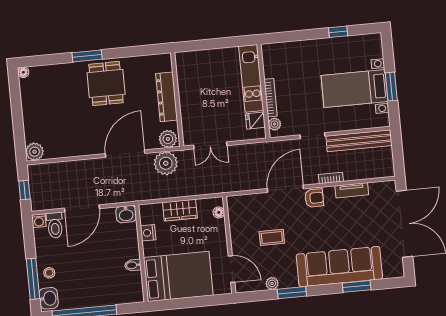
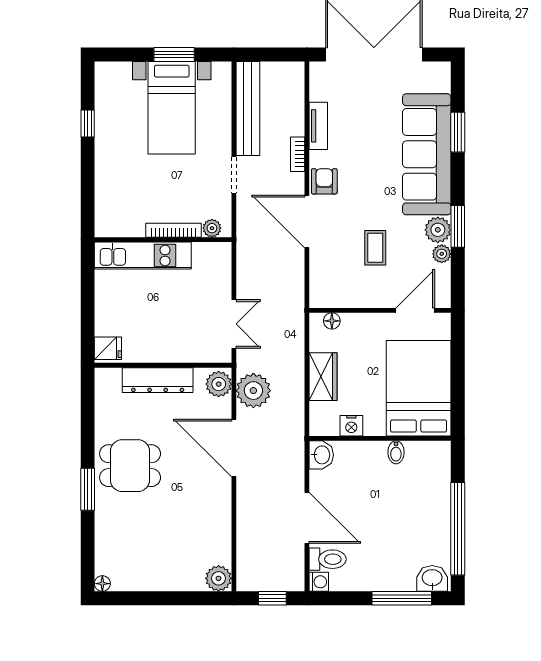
fridge: (255, 121) -> (108, 348), moved, turned -90
stool: (49, 273) -> (395, 574), removed
plant: (288, 279) -> (438, 230), added

